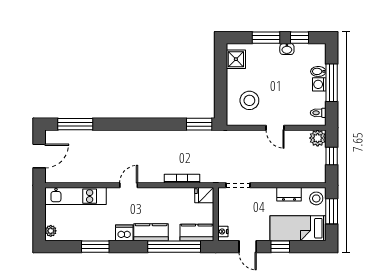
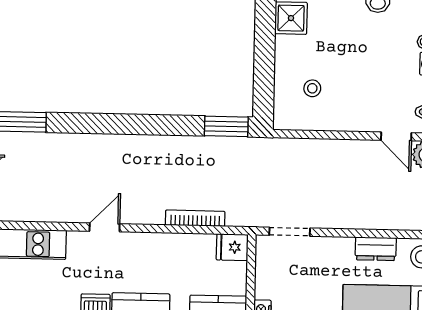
stool: (249, 100) -> (312, 88), width x0.53, depth x0.53
door: (275, 128) -> (396, 136), moved

